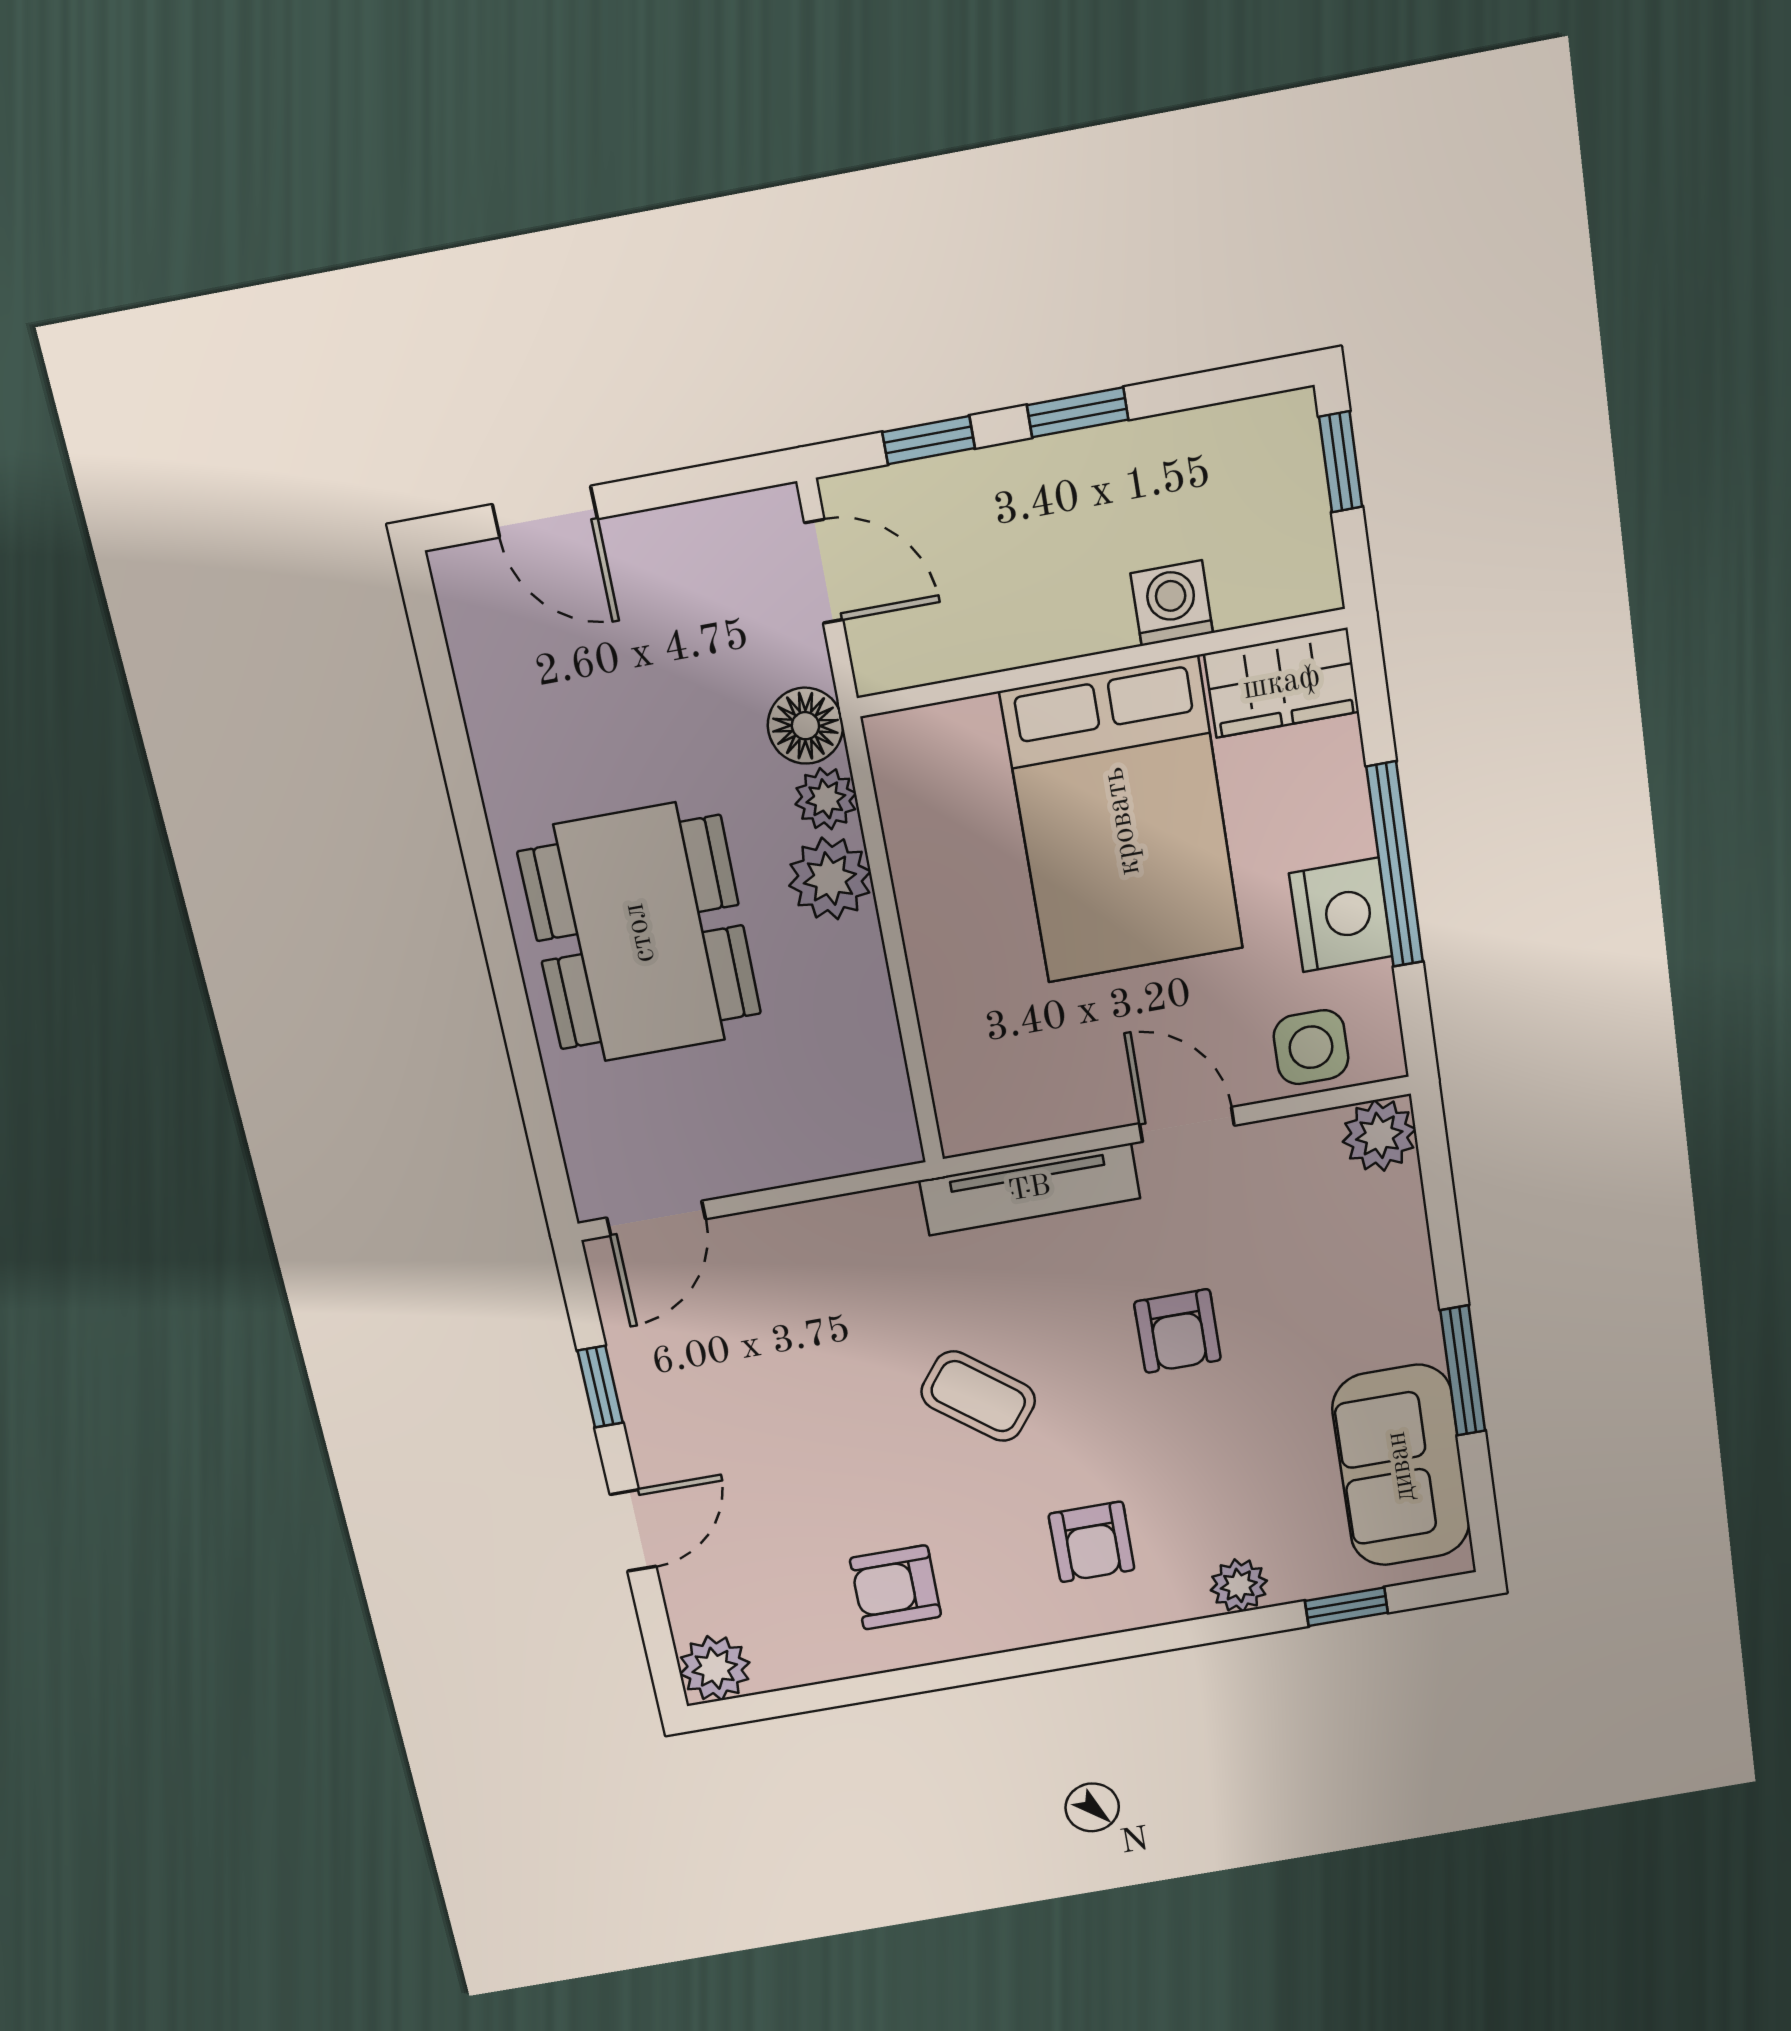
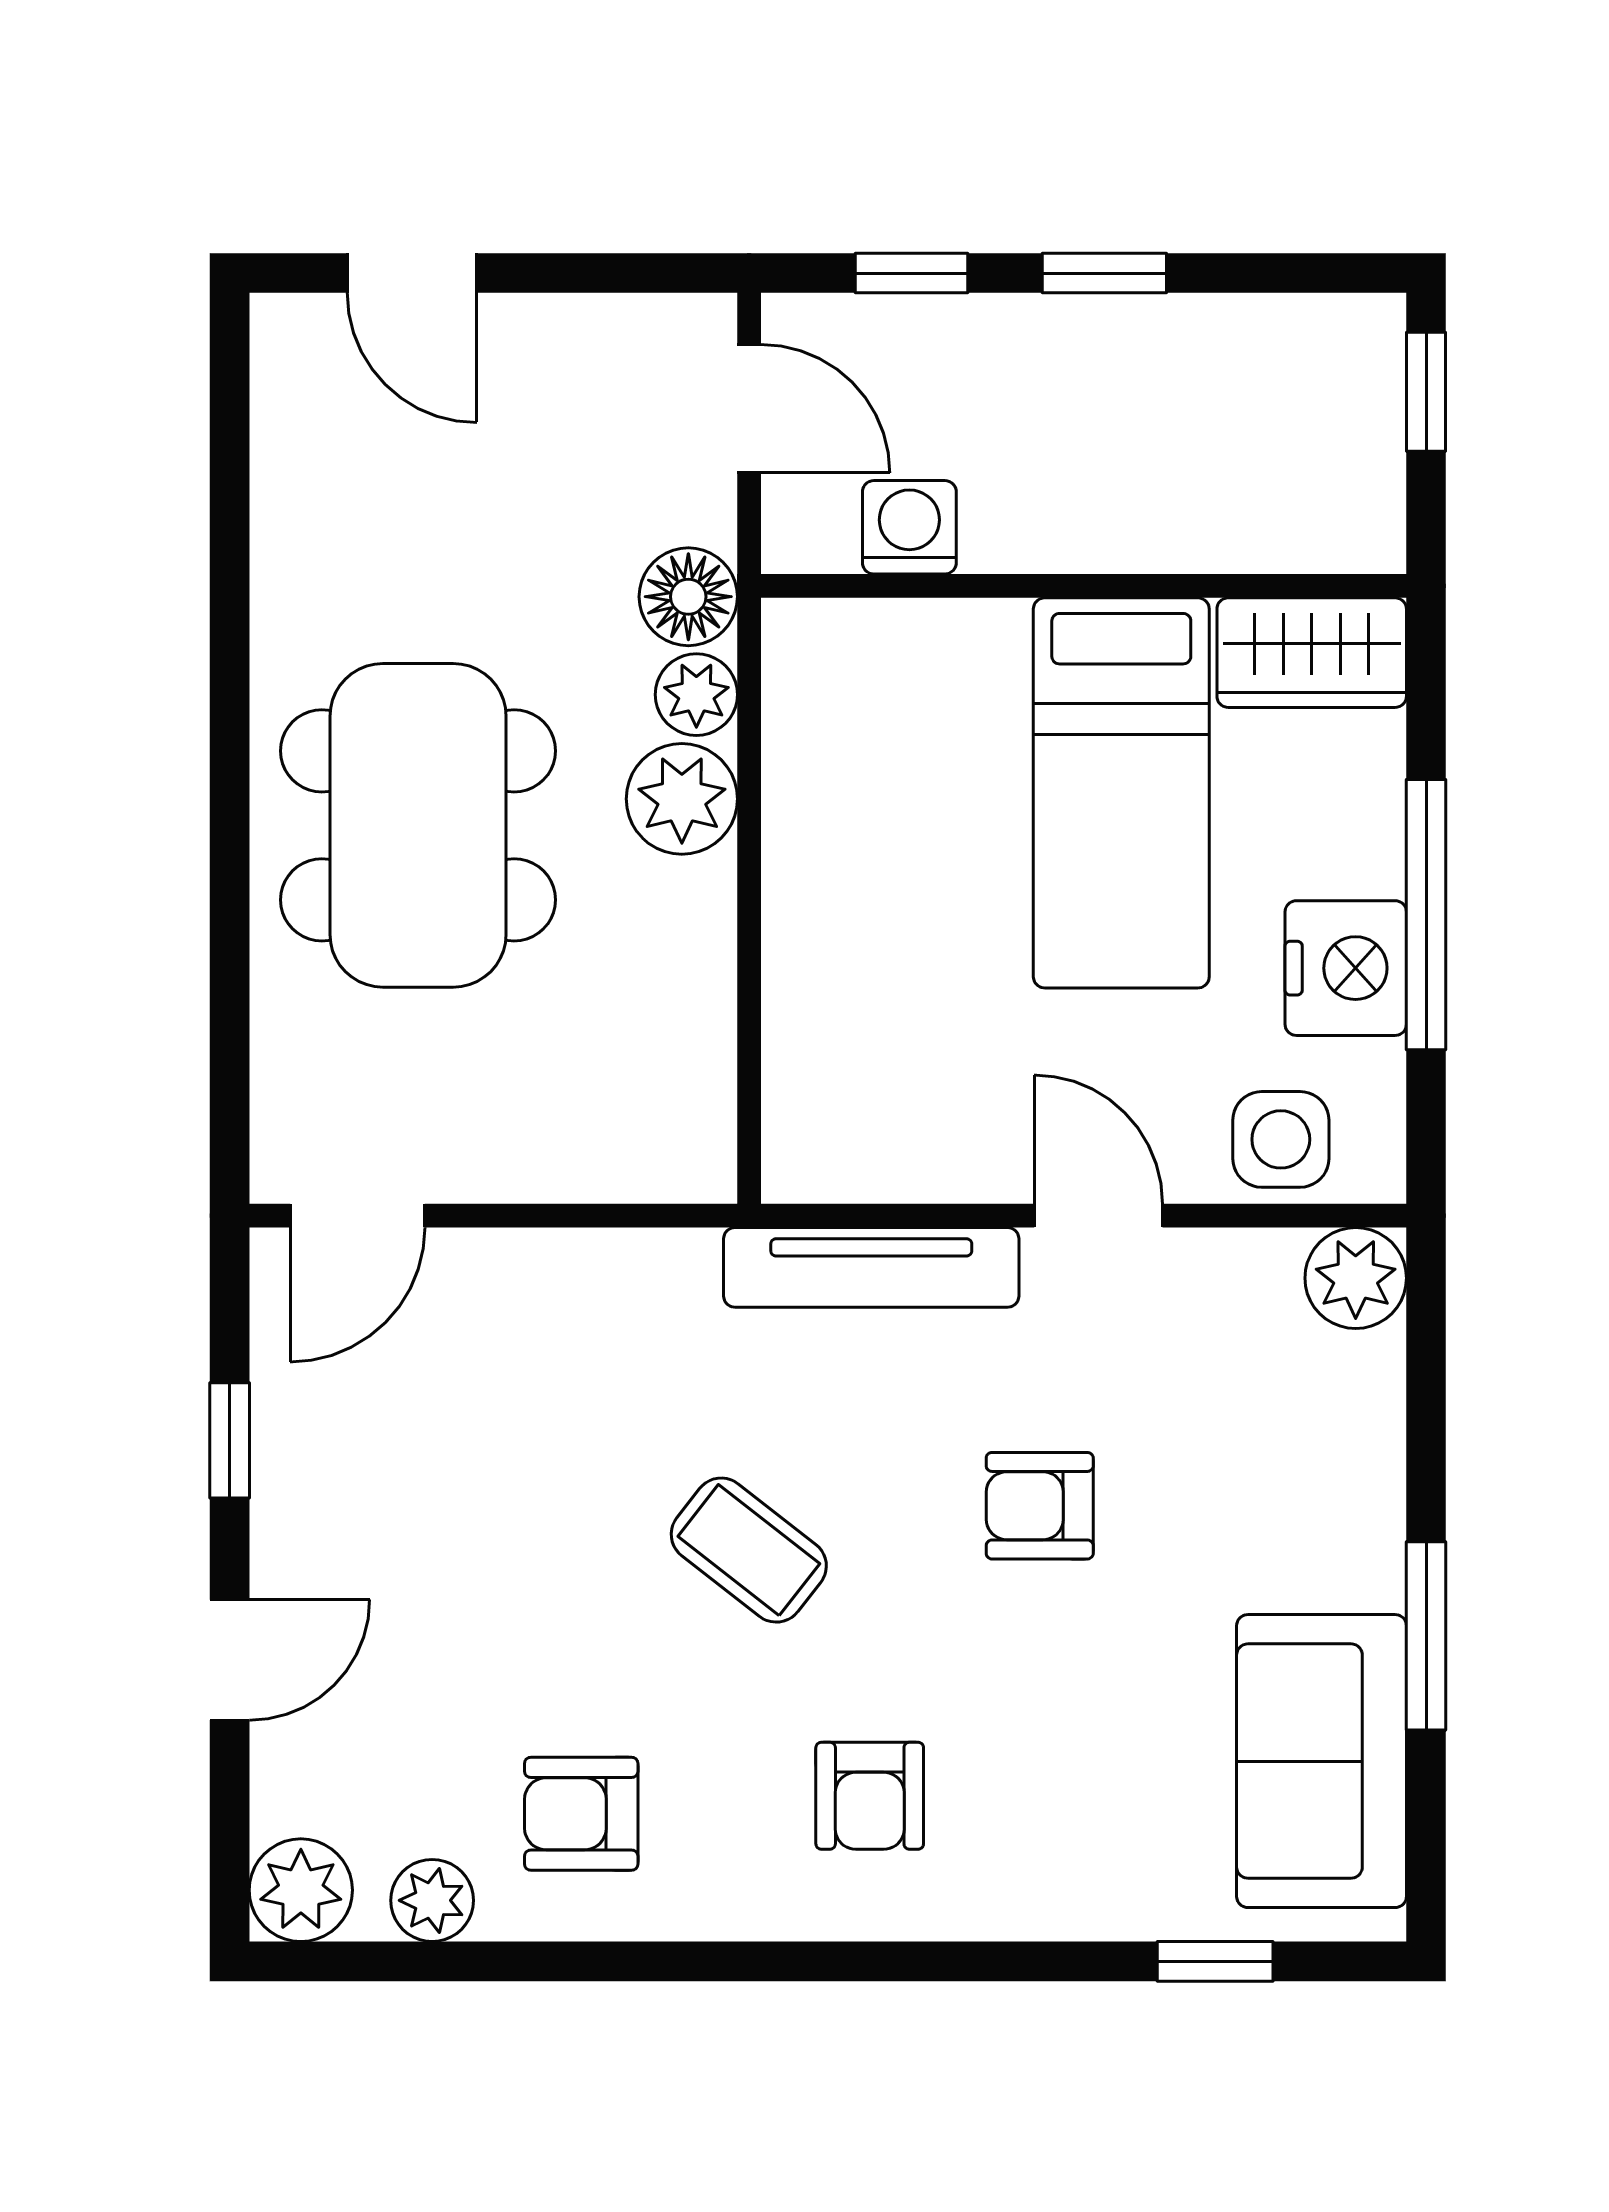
washing machine: (1172, 603) -> (909, 527), moved
bed: (1122, 821) -> (1121, 793), width x0.67
armchair: (1178, 1331) -> (1040, 1506), turned 90
plant: (1239, 1585) -> (432, 1900), moved

